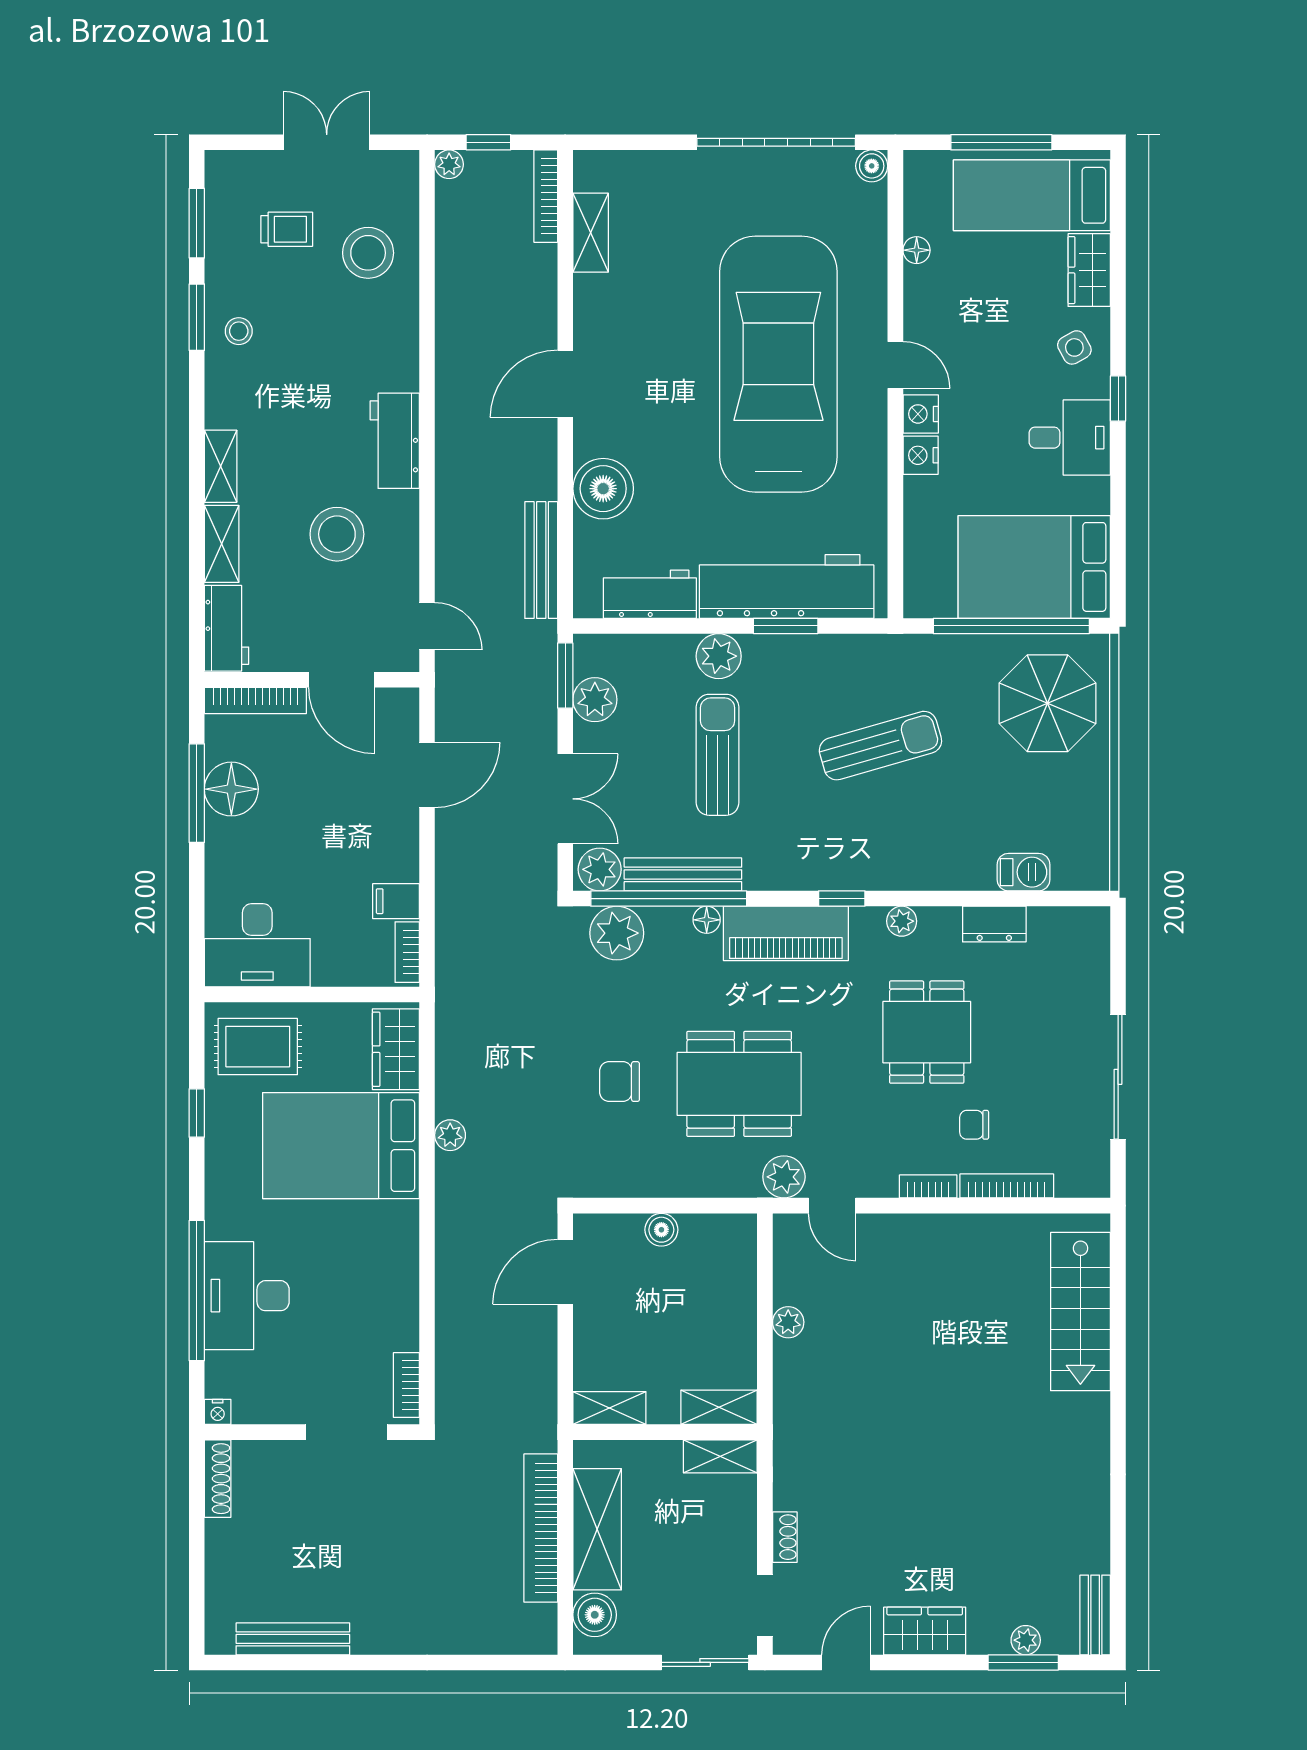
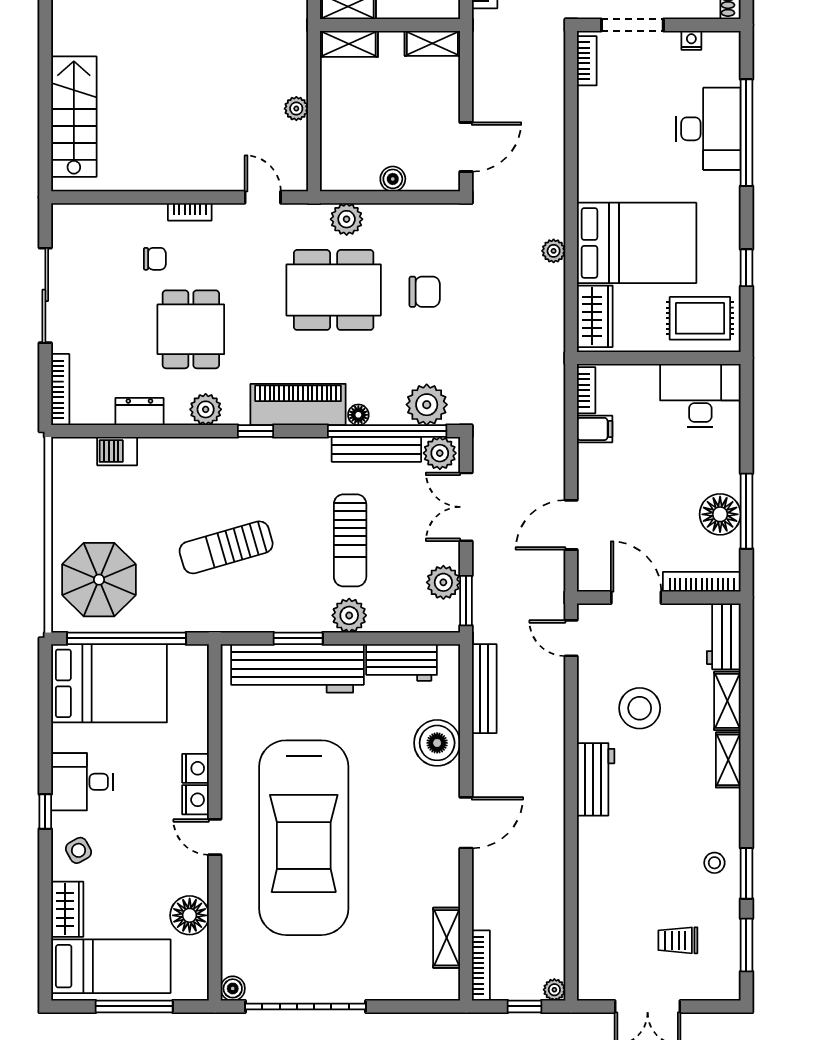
floor lamp: (917, 250) -> (190, 915), width x1.89, depth x1.89
stool: (368, 253) -> (616, 922), removed
plant: (902, 921) -> (206, 409), width x1.38, depth x1.38
plant: (784, 1177) -> (347, 219), moved
bookcase: (1007, 1186) -> (60, 390), moved, turned -90
nightstand: (218, 1412) -> (691, 40), moved

